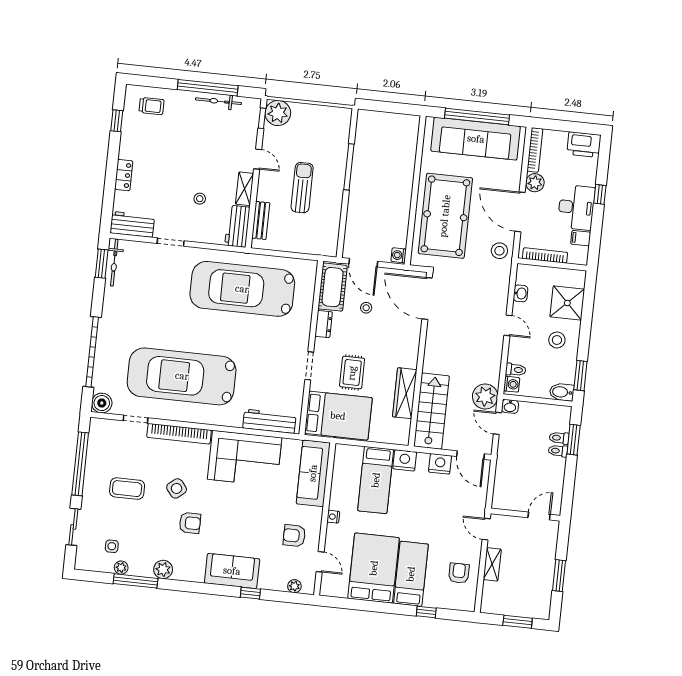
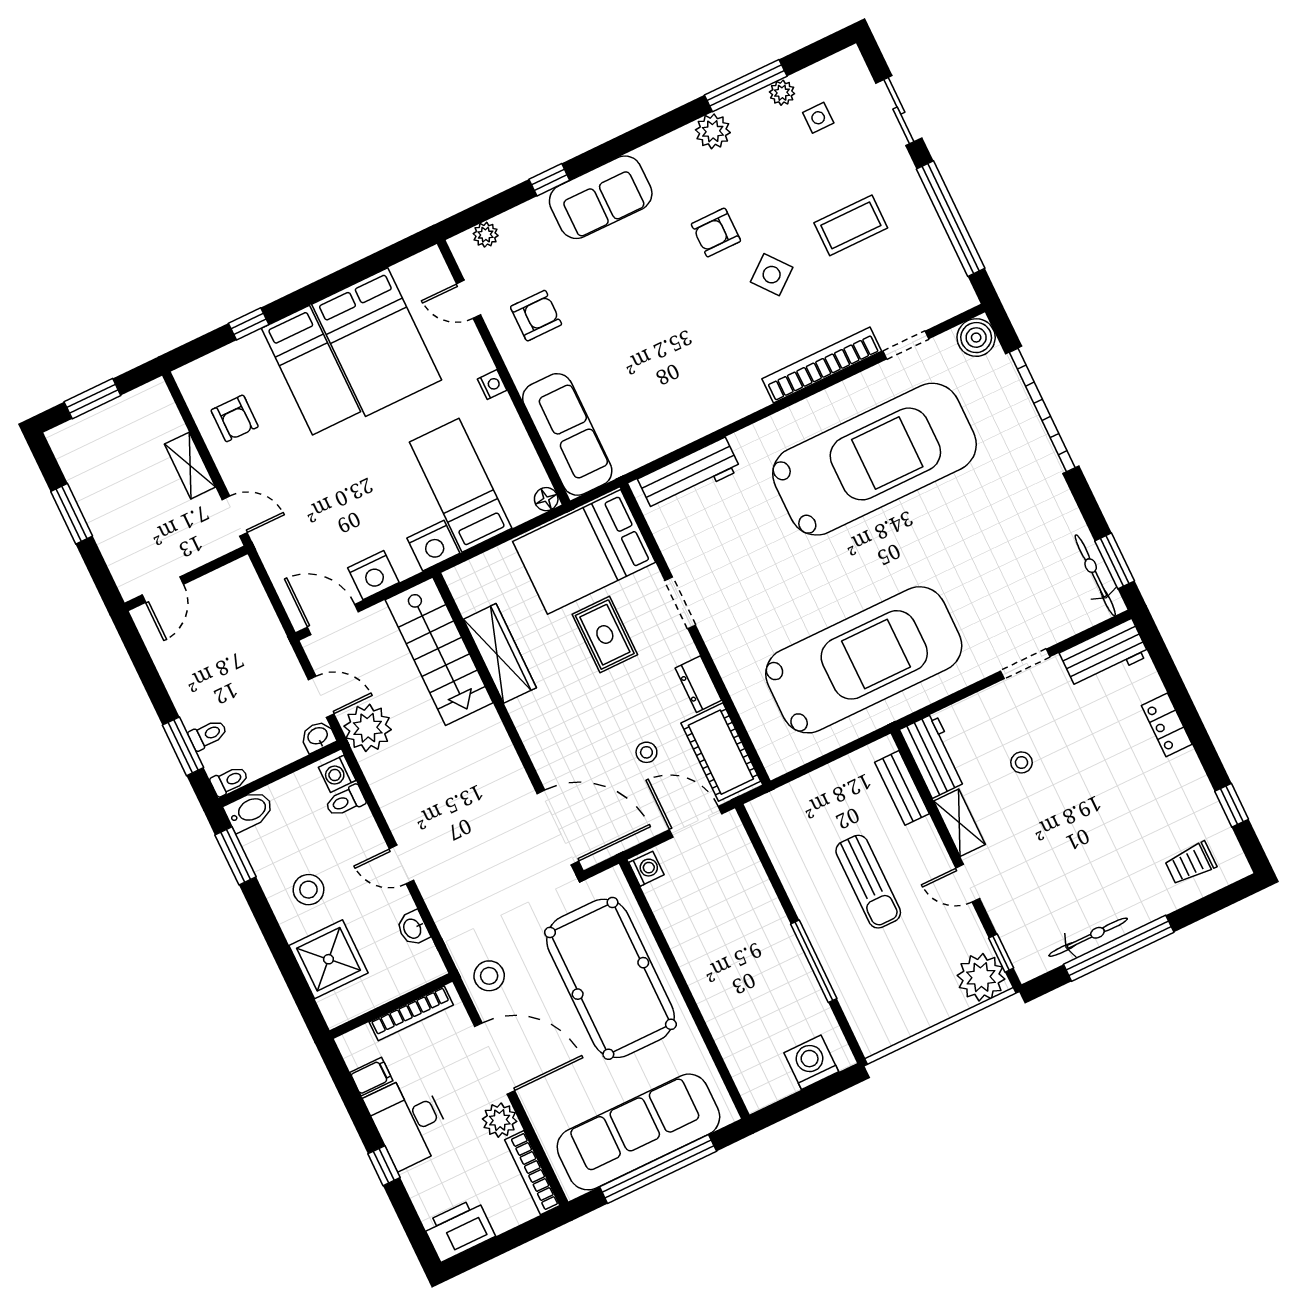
washing machine: (378, 122) -> (811, 1062), added
floor lamp: (341, 450) -> (546, 499), added
toilet: (558, 451) -> (229, 781), moved
corner sofa: (245, 458) -> (692, 390), removed

